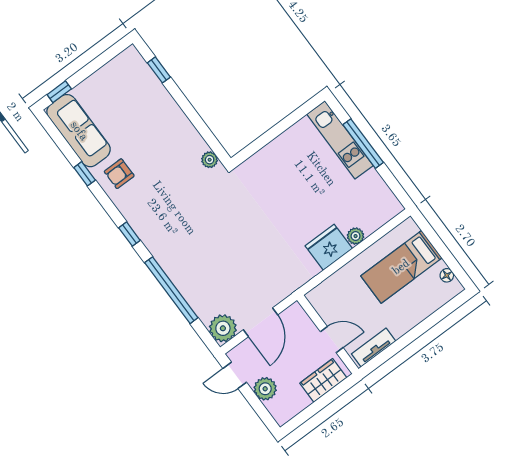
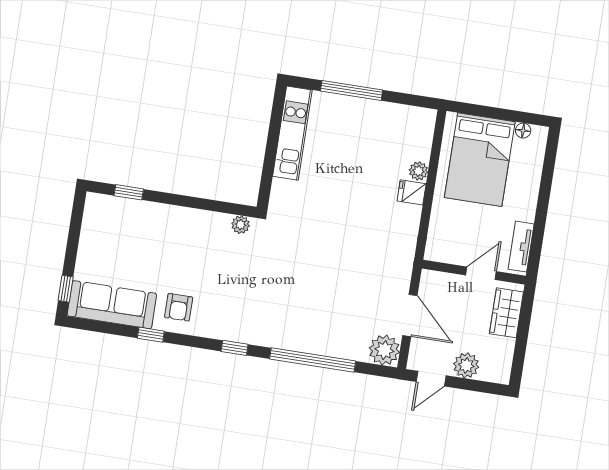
kitchen unit: (340, 140) -> (292, 133), moved, turned -90
fridge: (329, 247) -> (412, 192), width x0.53, depth x0.75
bed: (401, 267) -> (480, 160), width x1.50

